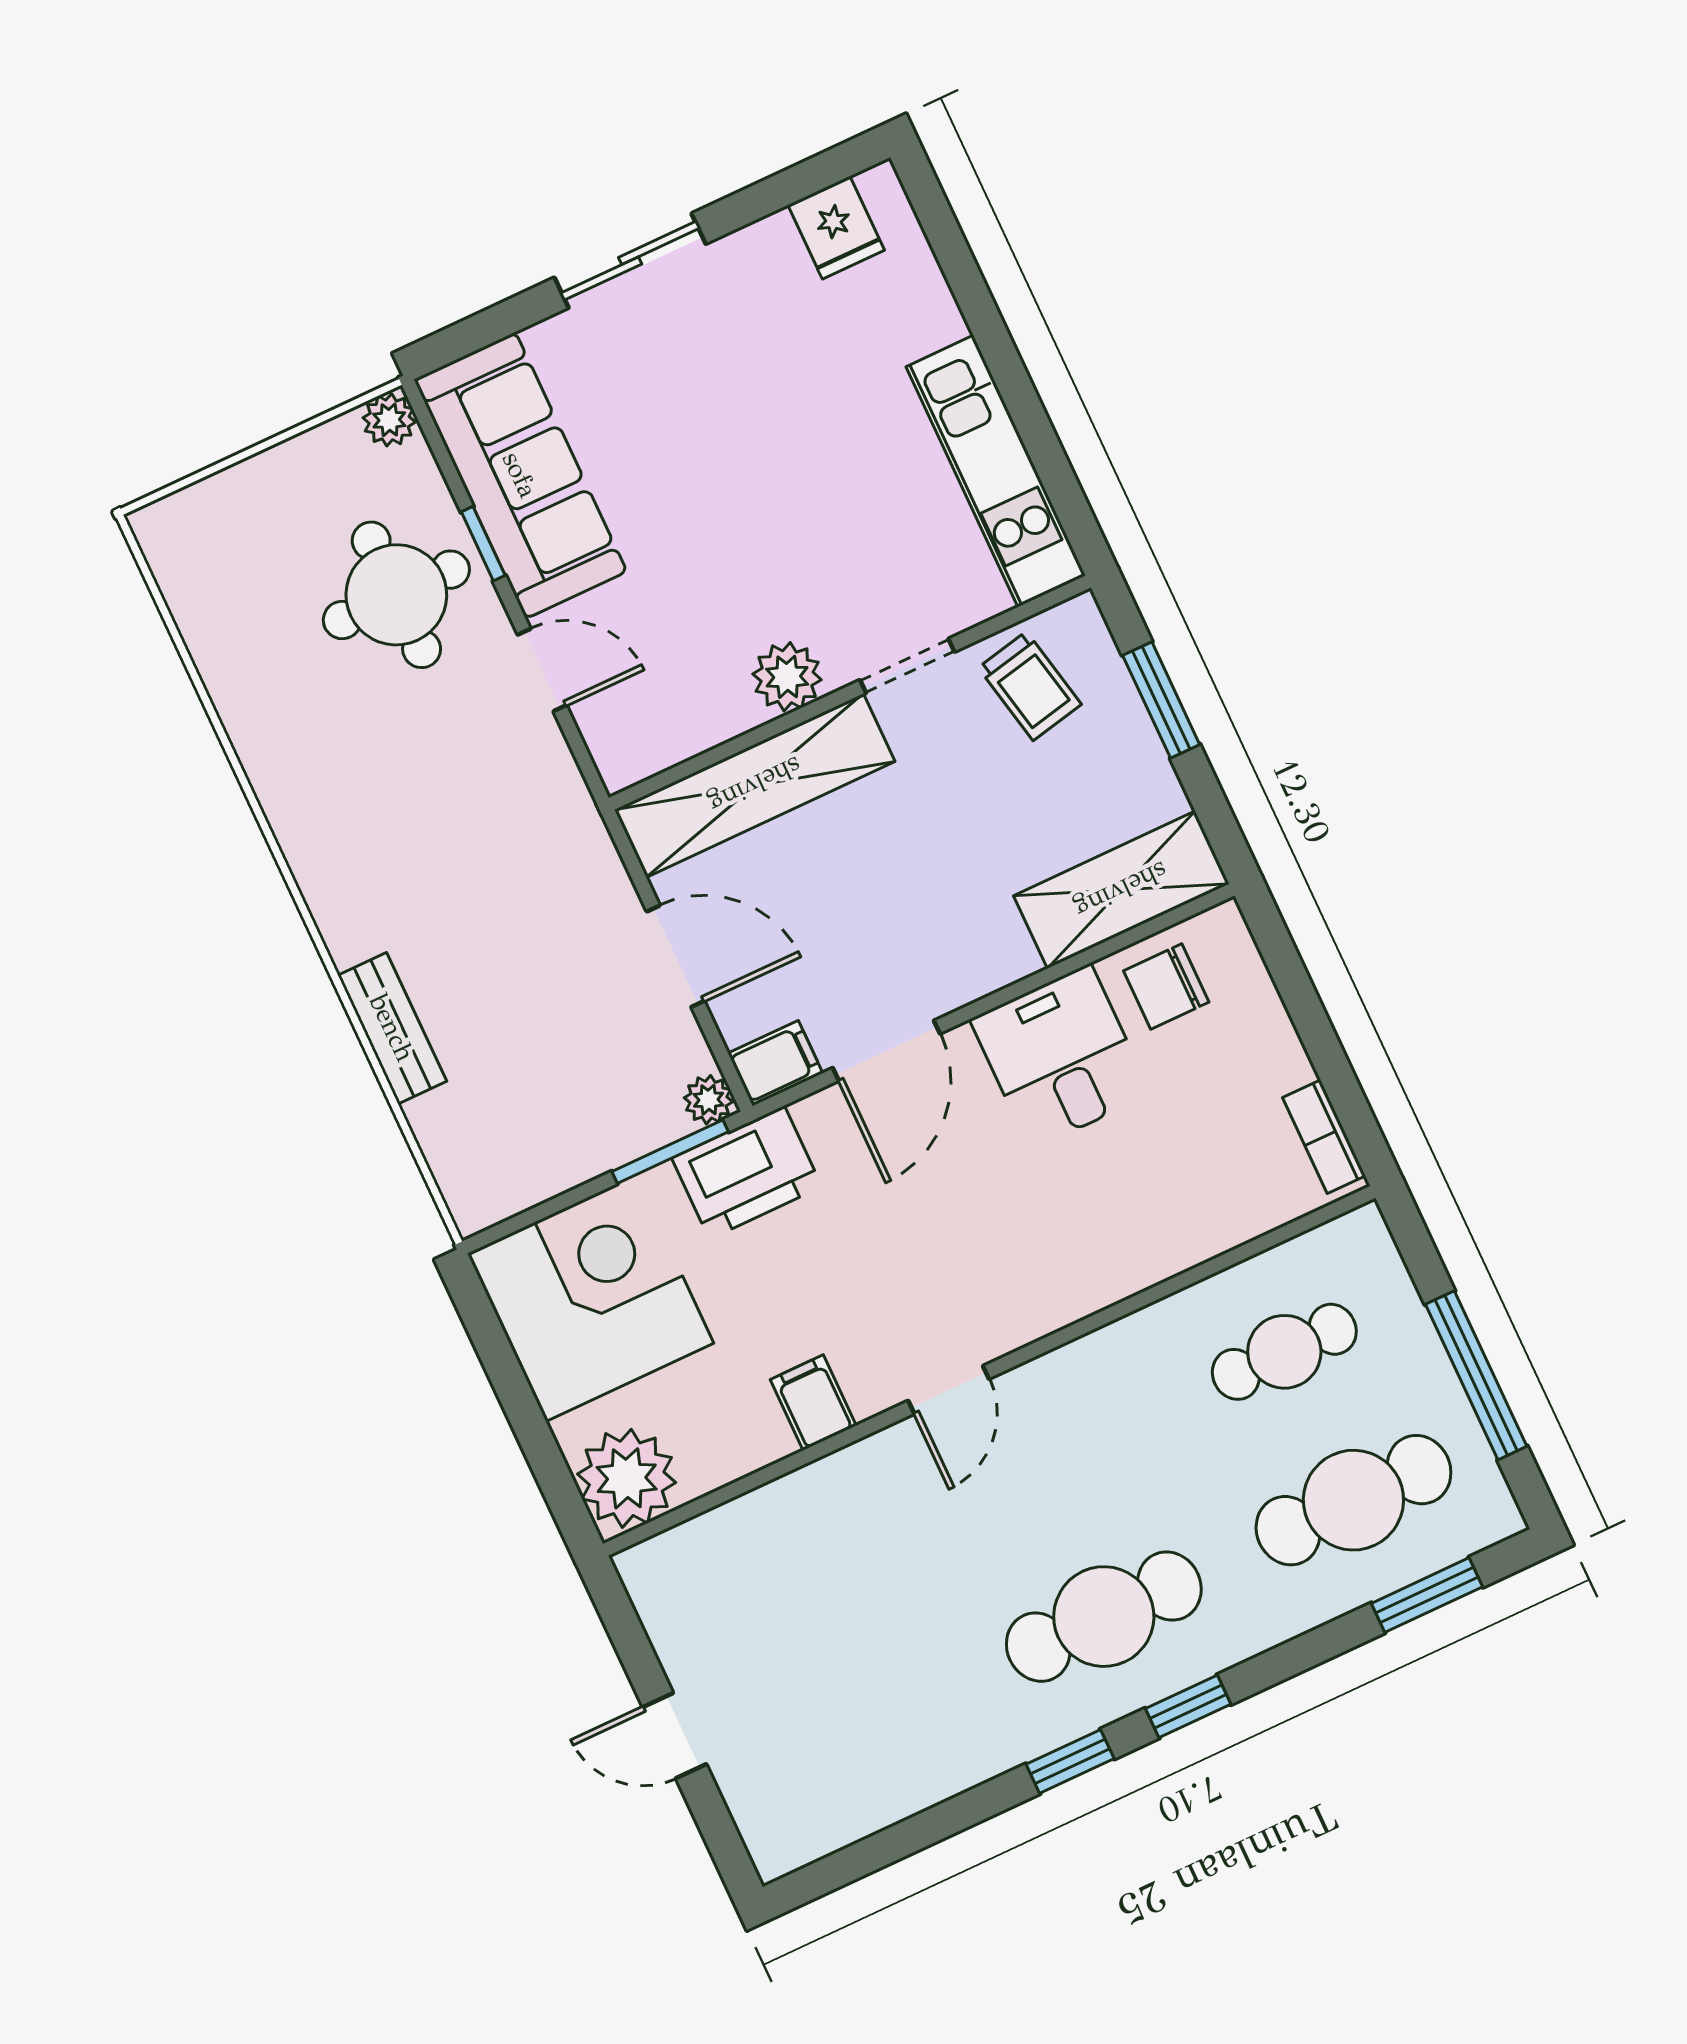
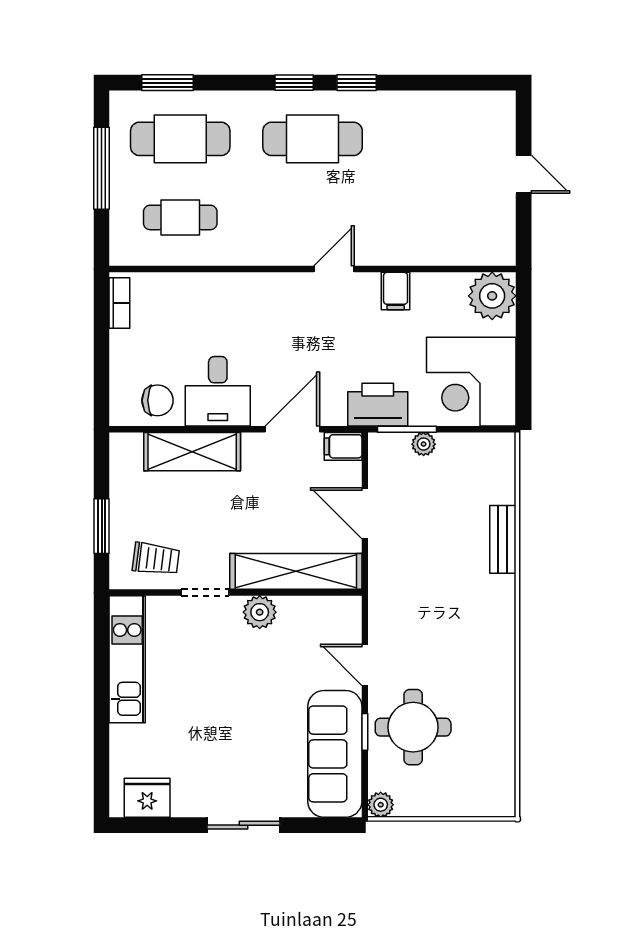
fridge: (836, 228) -> (147, 798), width x1.38
trolley: (1030, 686) -> (156, 559), turned 109
shelving: (1121, 890) -> (192, 452), moved
plant: (708, 1100) -> (424, 444), moved

